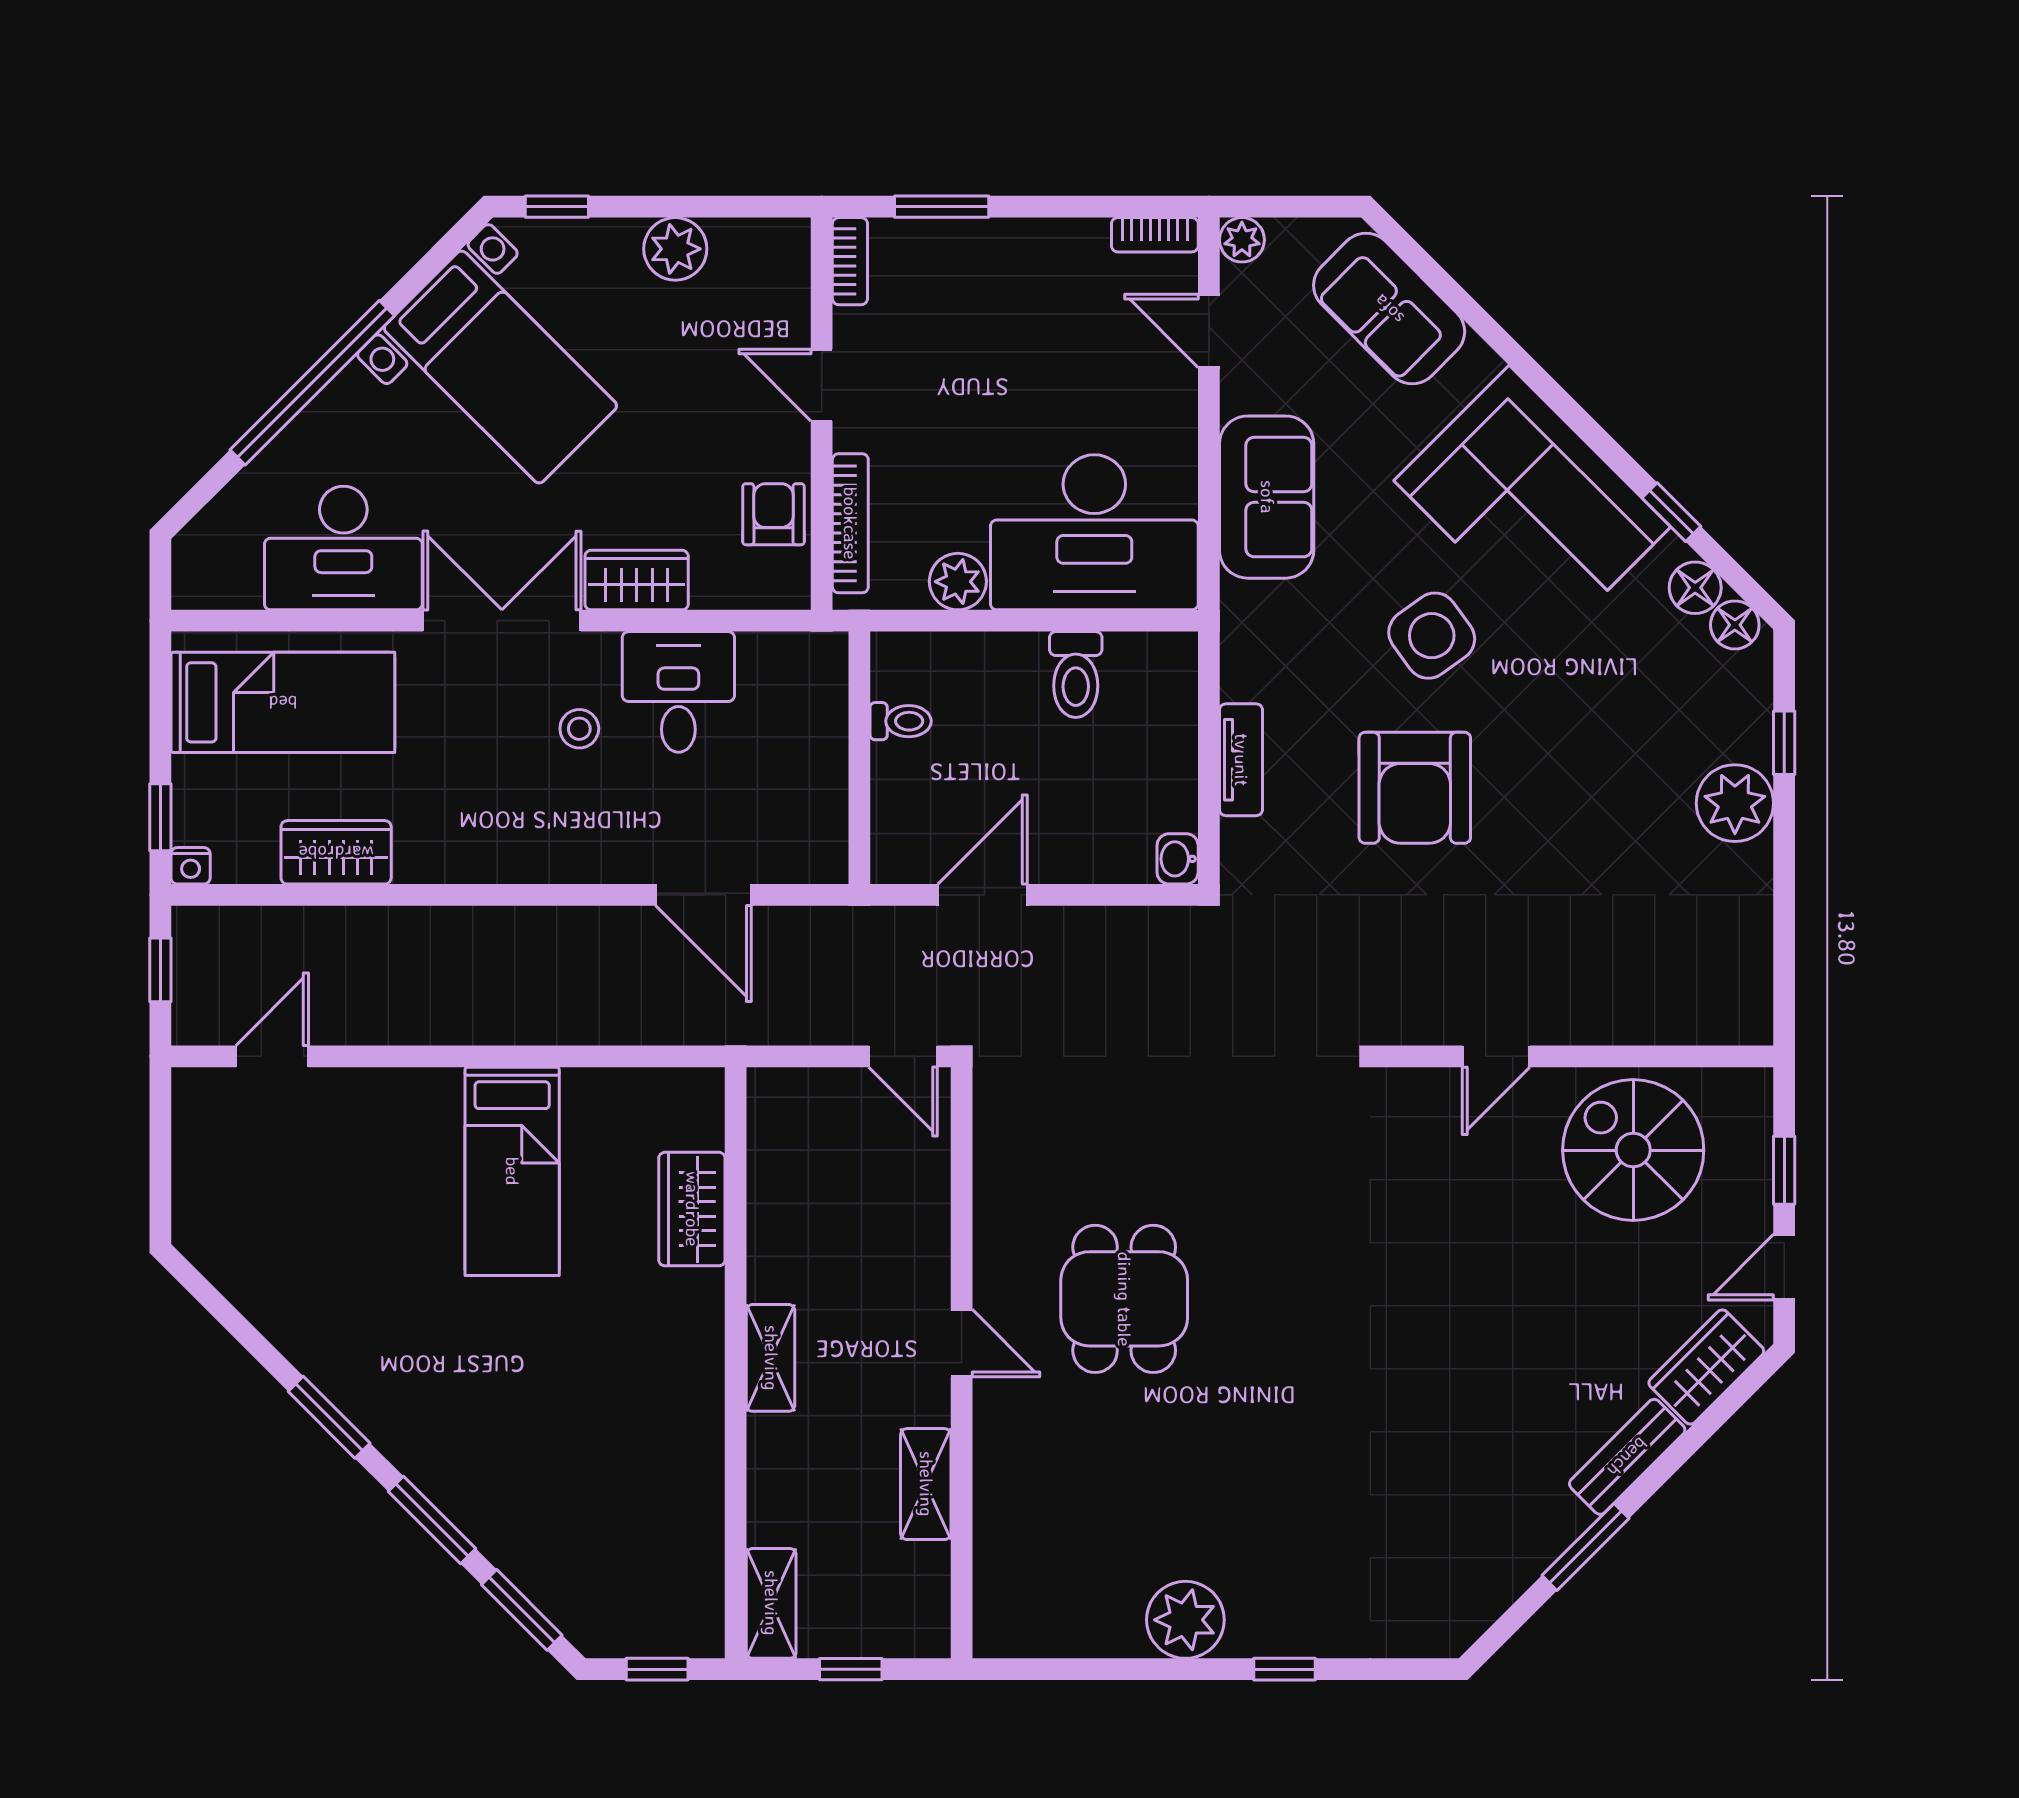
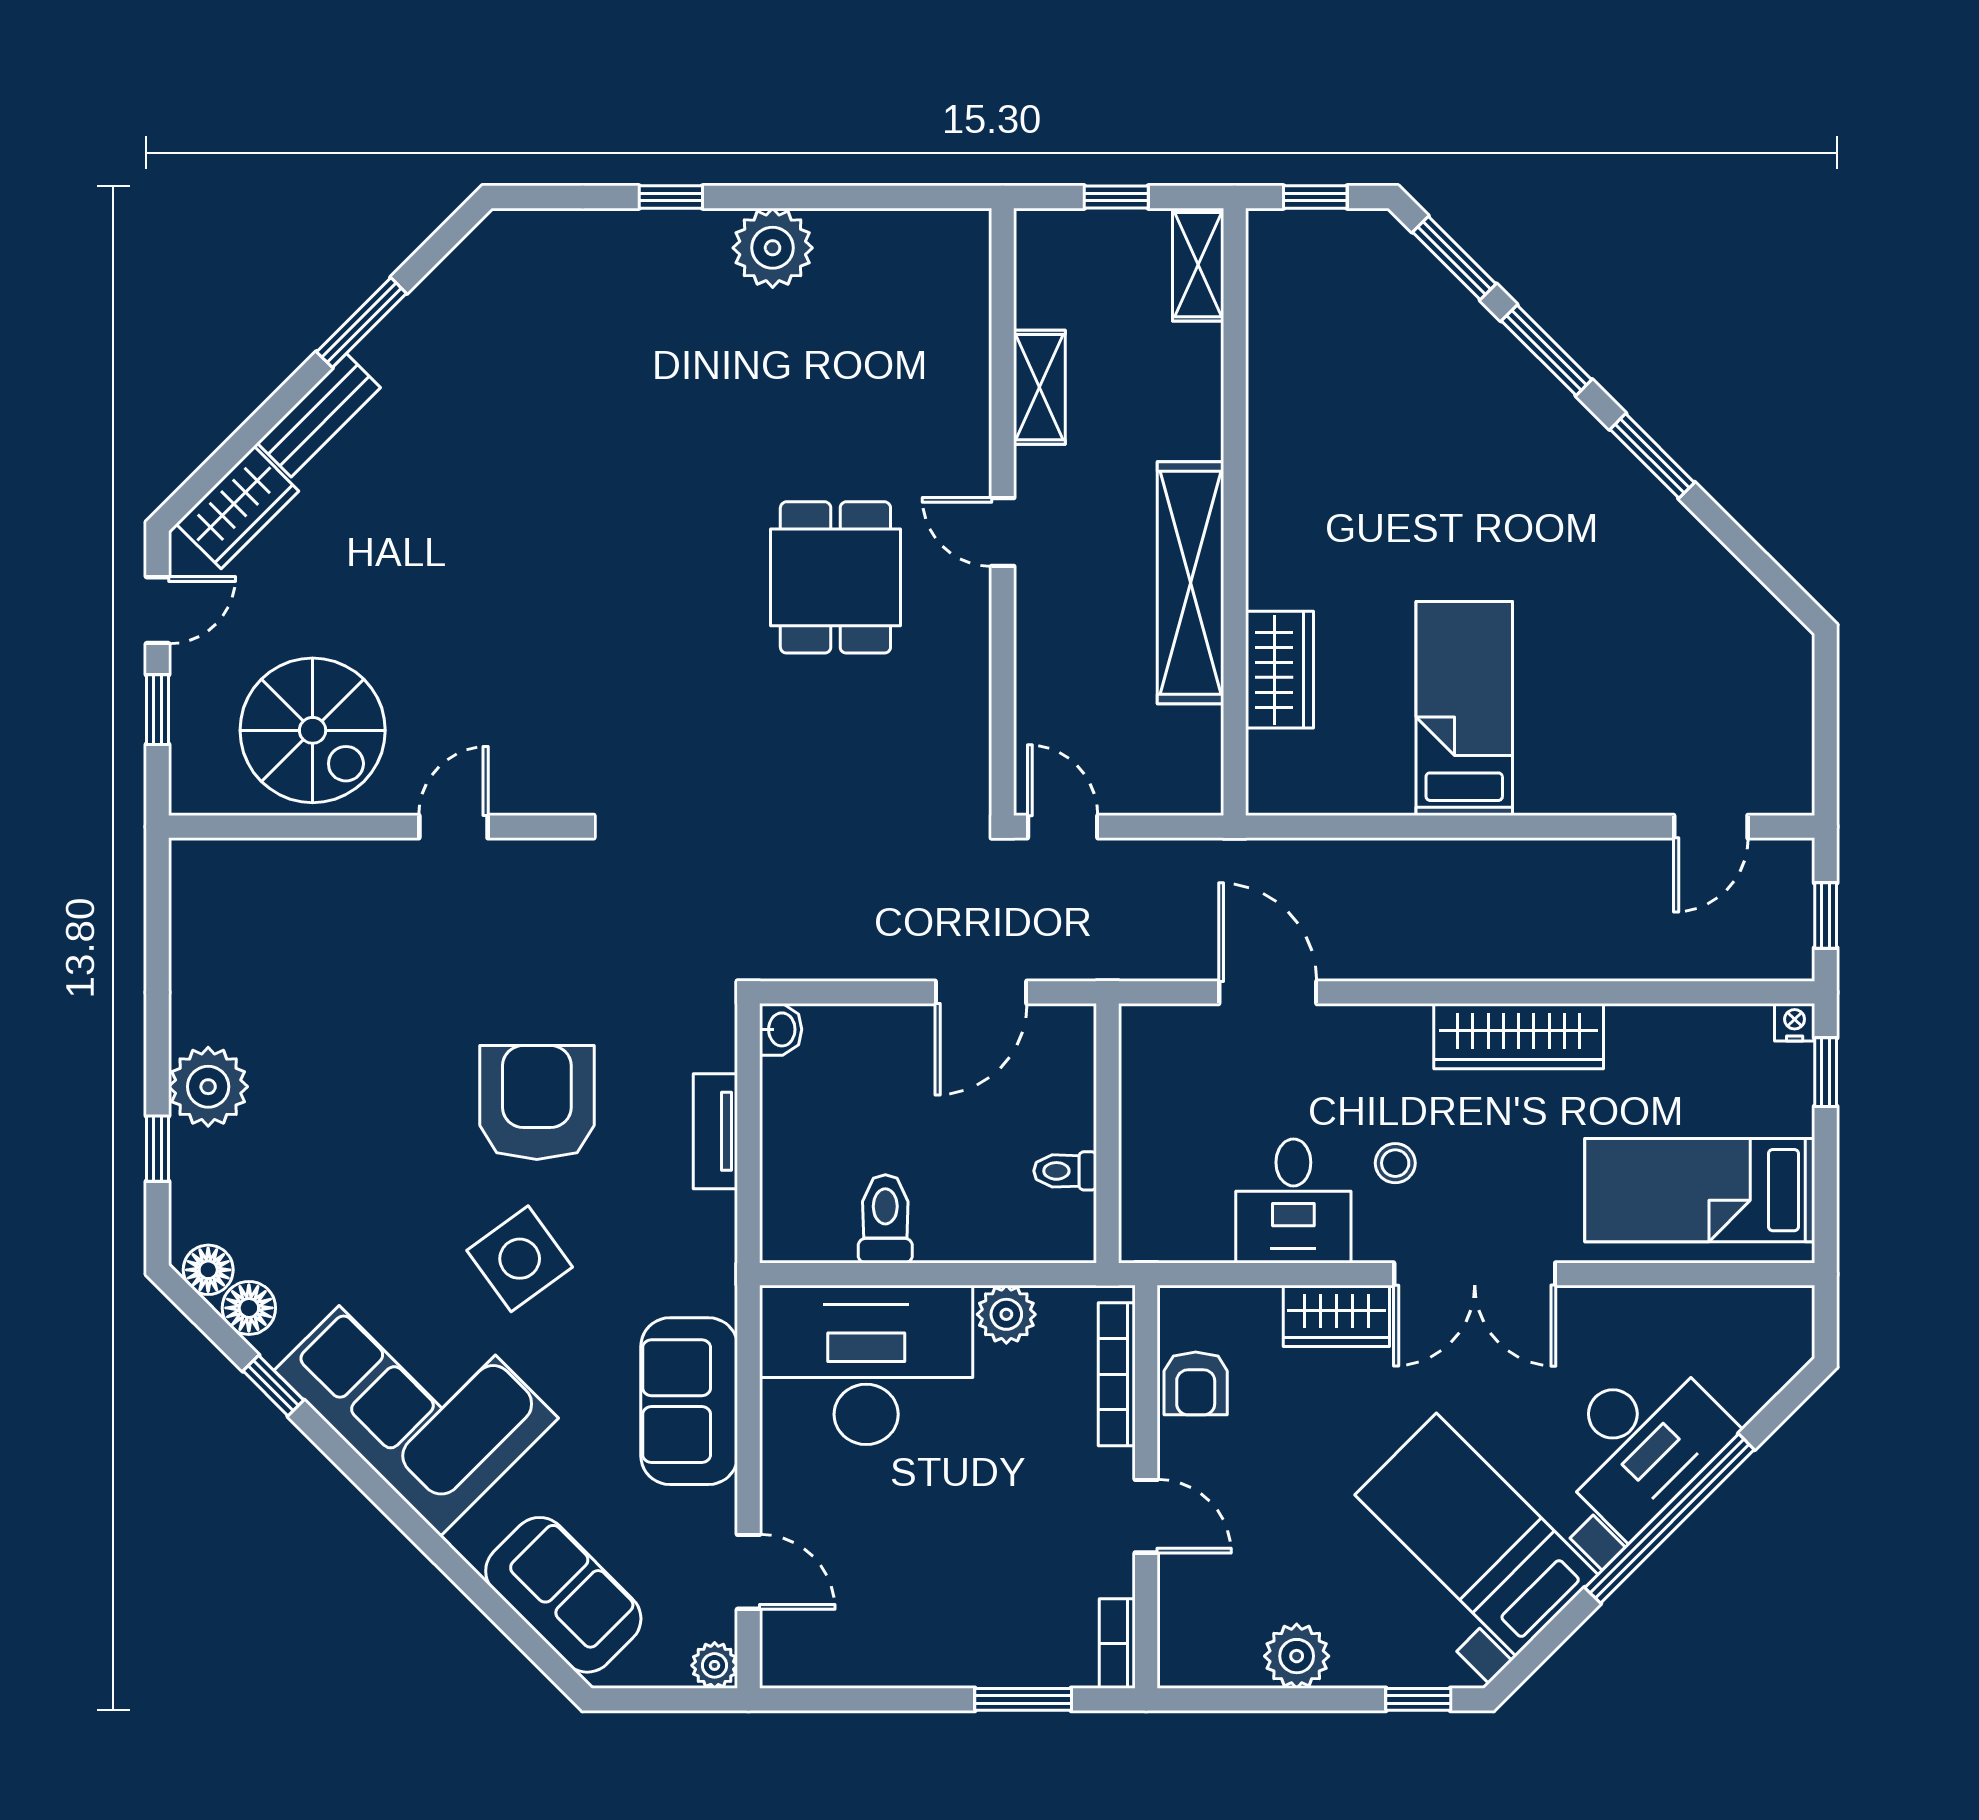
bookcase: (1155, 235) -> (804, 1671), removed
desk: (343, 548) -> (1641, 1442), moved, turned 135
wardrobe: (336, 852) -> (1519, 1036), moved, width x1.50
shelving: (771, 1358) -> (1191, 583), width x2.20, depth x1.33

